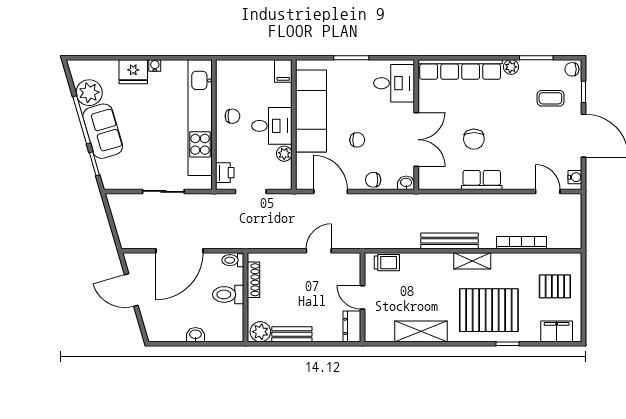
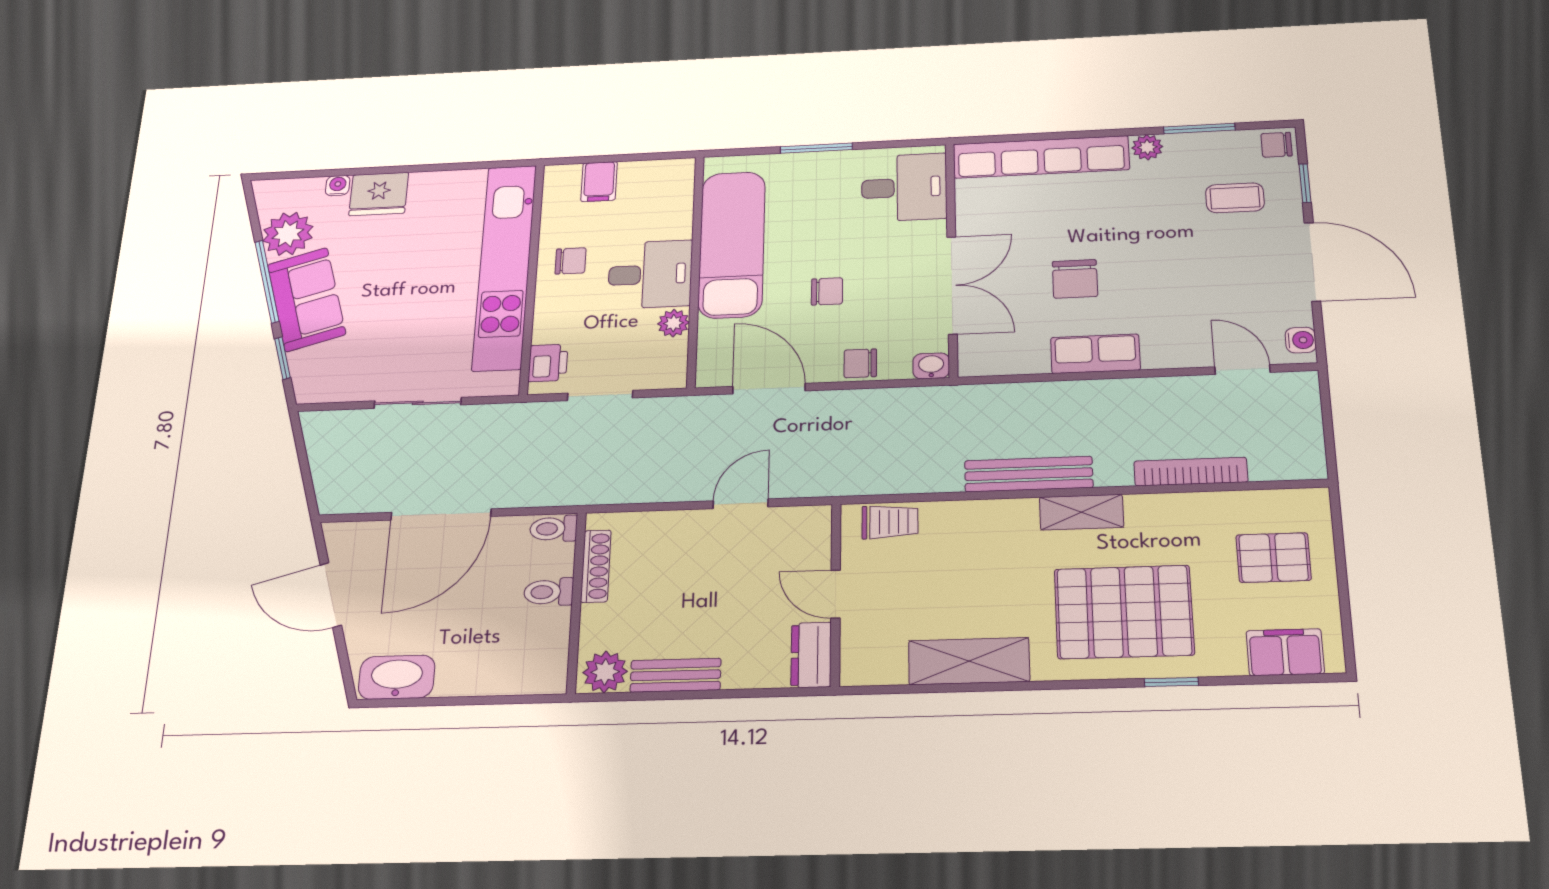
water cooler: (155, 65) -> (338, 186), moved
filing cabinet: (283, 71) -> (599, 182), moved
toilet: (228, 294) -> (549, 592), width x0.73, depth x0.72
washbasin: (195, 335) -> (397, 677), moved, width x1.91, depth x1.45

